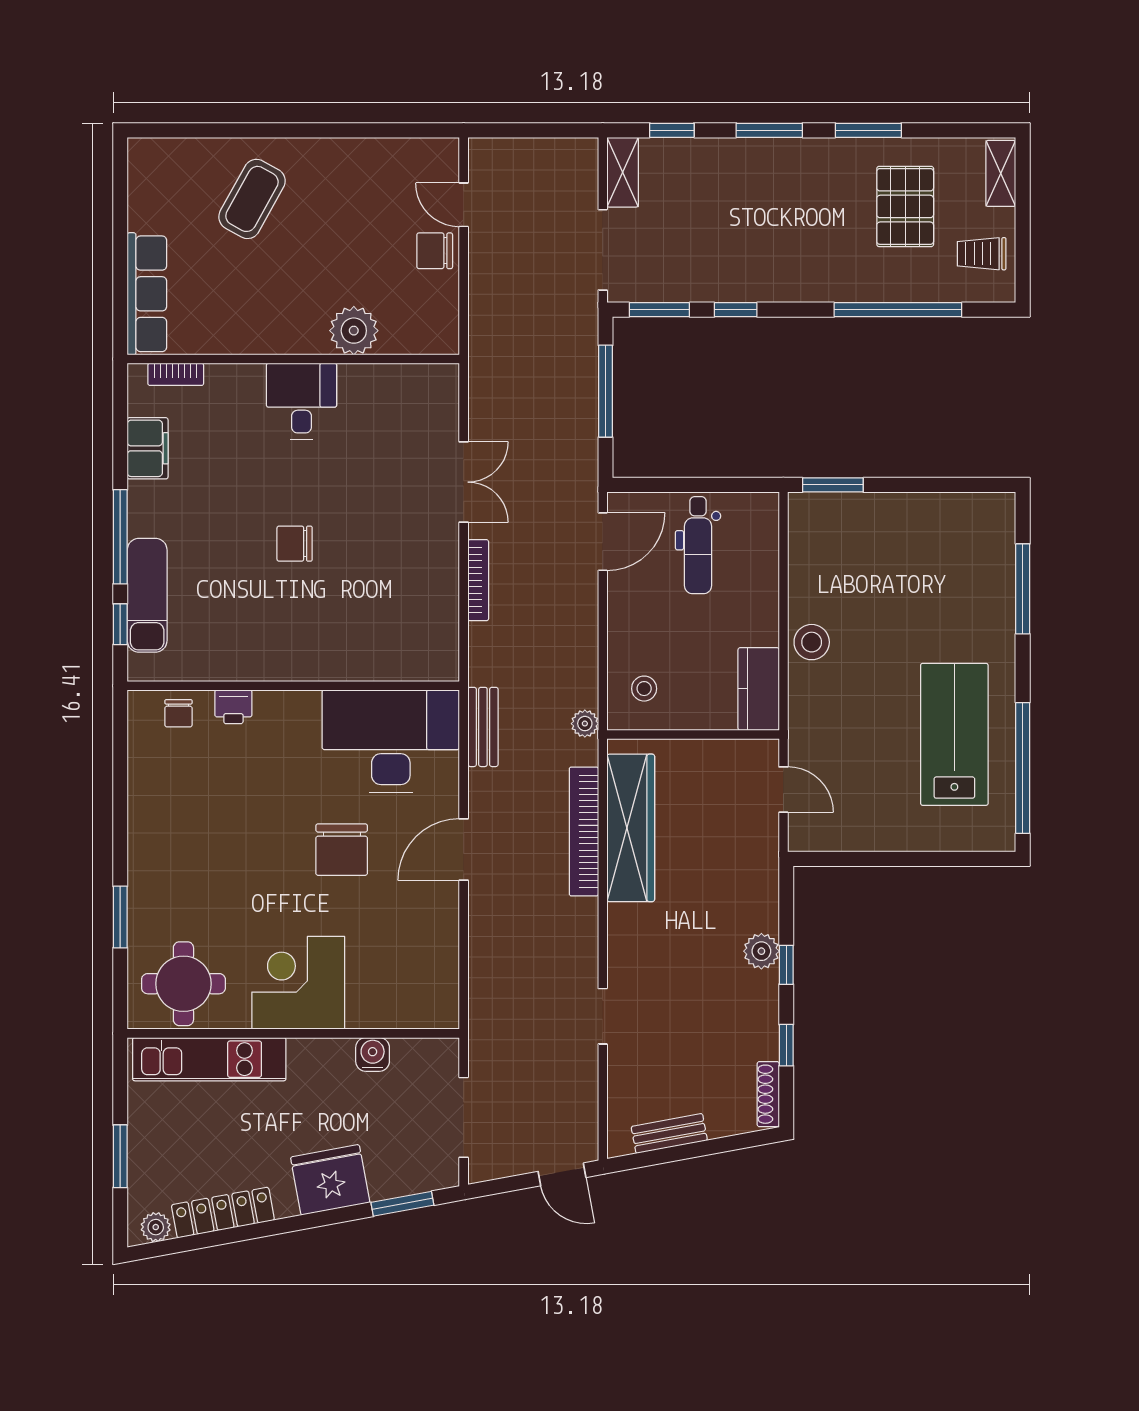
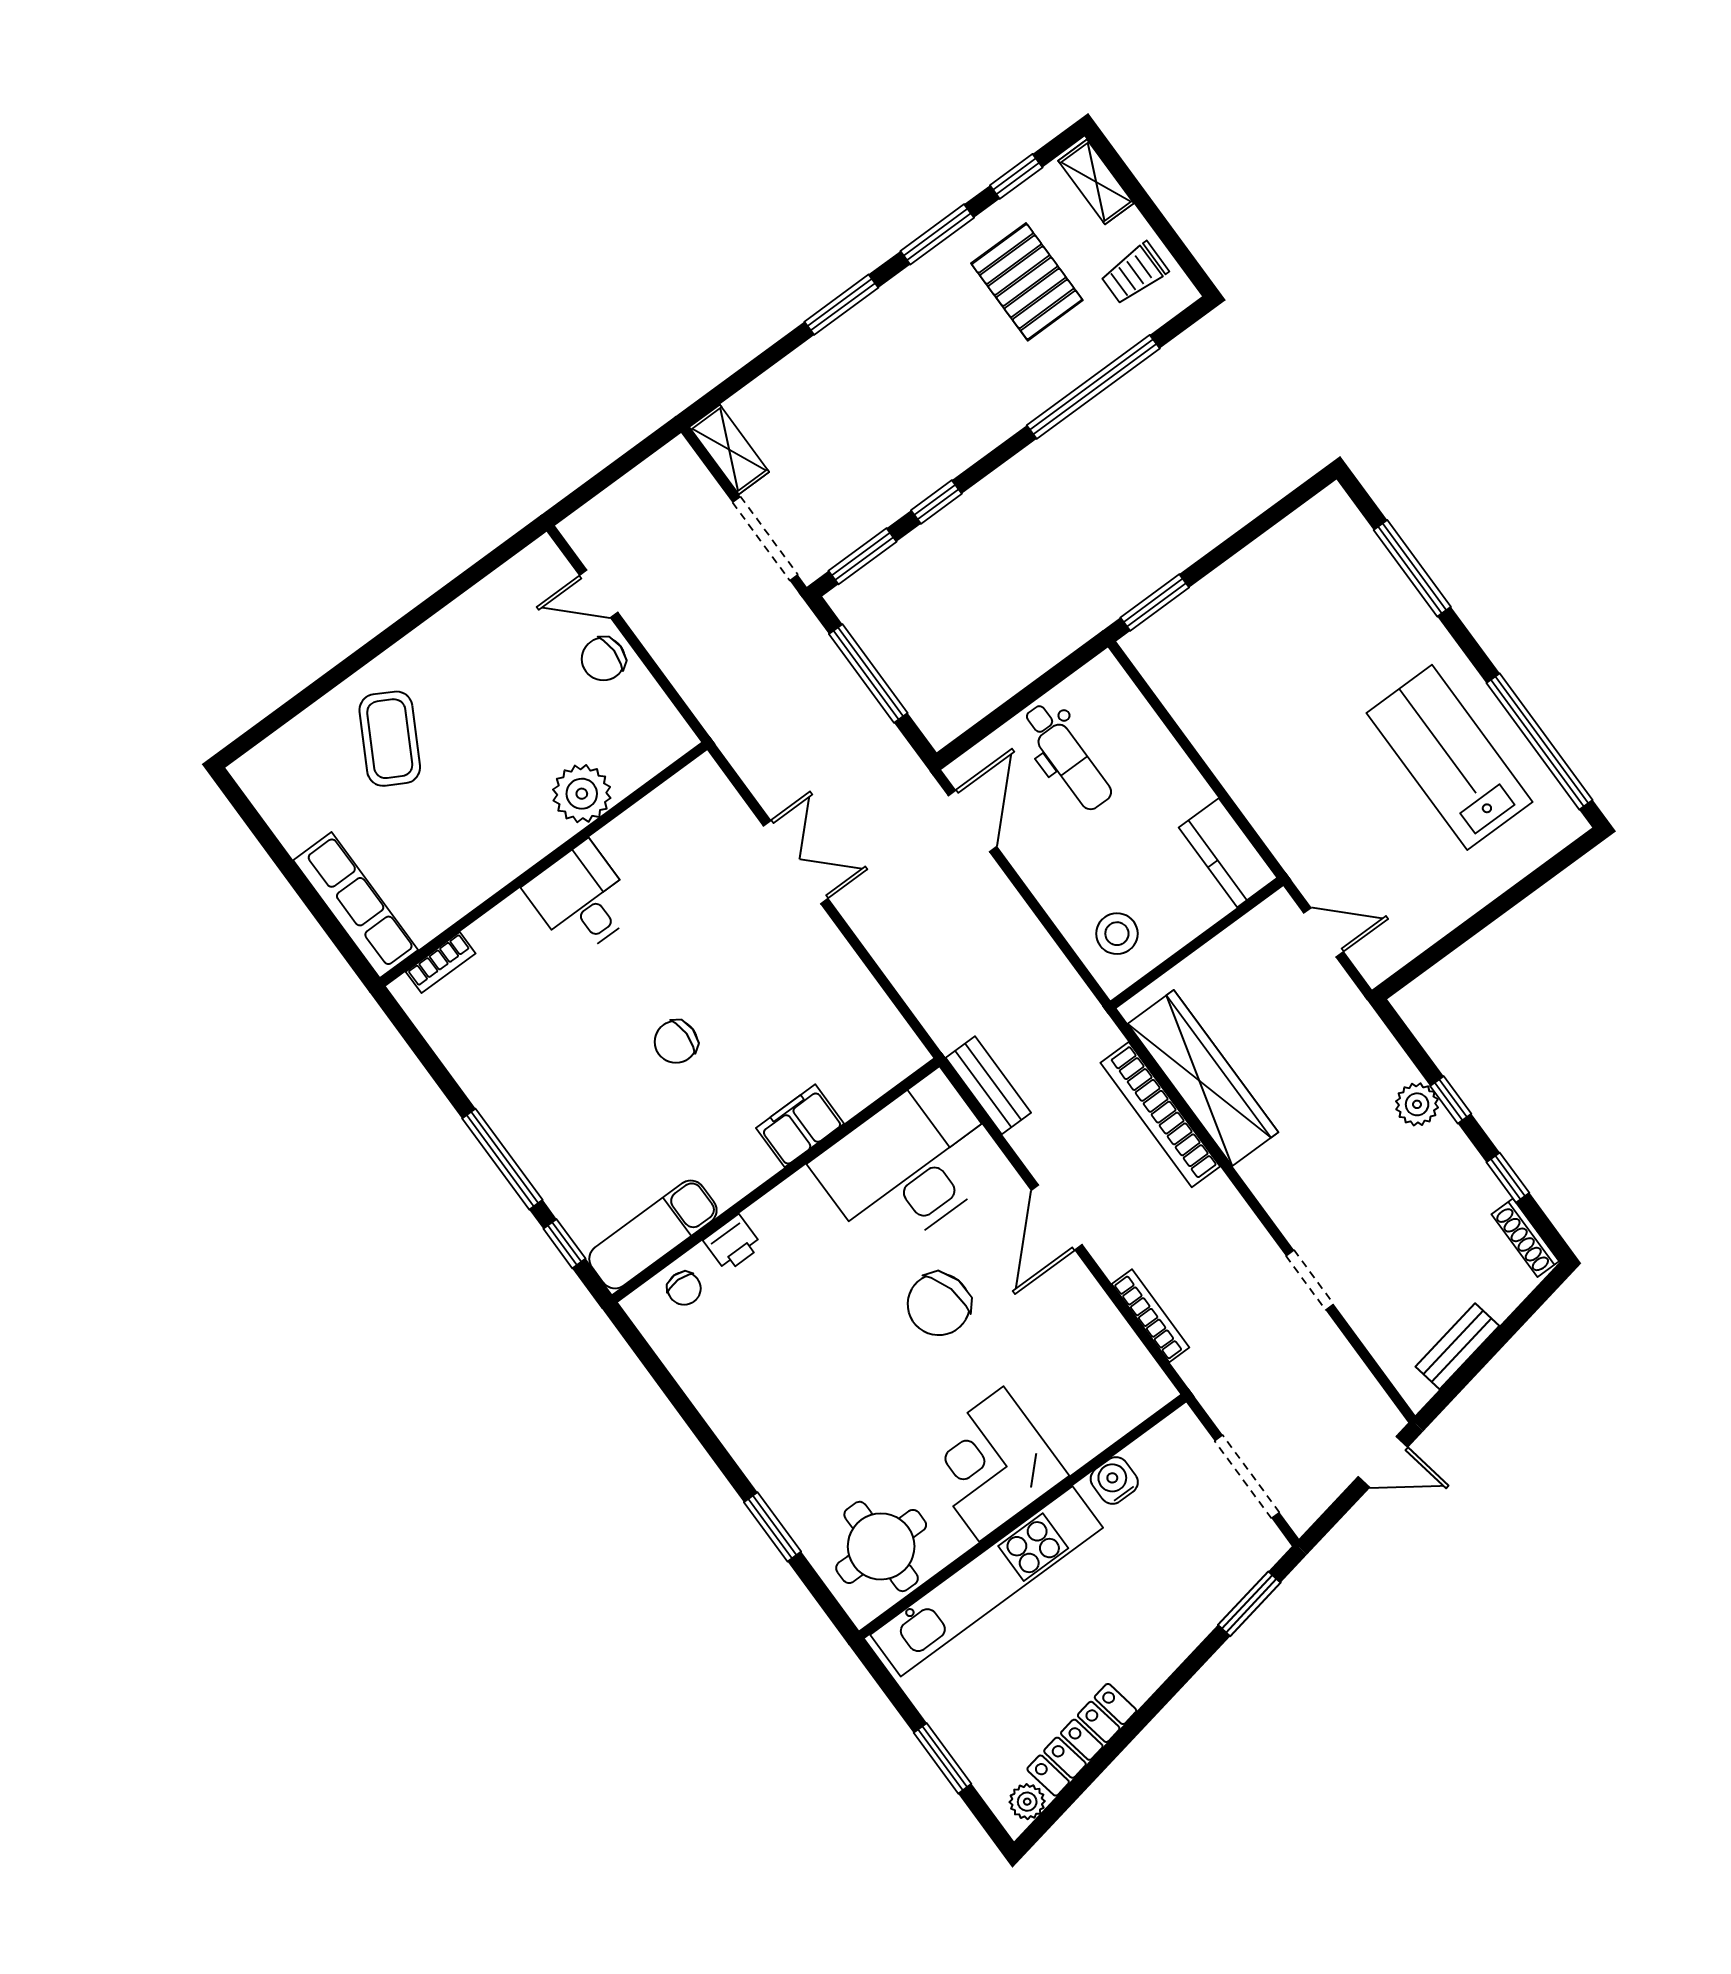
window: (672, 130) -> (1016, 176), moved
filing cabinet: (148, 448) -> (800, 1126), moved, turned -90
bookcase: (478, 580) -> (1151, 1316), moved
exam couch: (147, 595) -> (653, 1234), moved, turned -90
stool: (812, 642) -> (1246, 770), removed
stool: (644, 689) -> (1117, 934), width x1.37, depth x1.37
plant: (585, 724) -> (1084, 1010), removed
chair: (342, 850) -> (939, 1304), turned 75
kitchen unit: (209, 1059) -> (987, 1581), width x1.36
fridge: (330, 1180) -> (1162, 1632), removed

